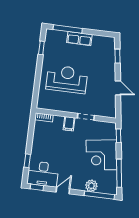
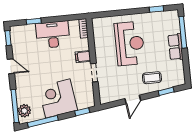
coffee table: (102, 66) -> (152, 78), added
desk: (43, 174) -> (53, 35), moved, turned 90
plant: (91, 186) -> (24, 111), moved

